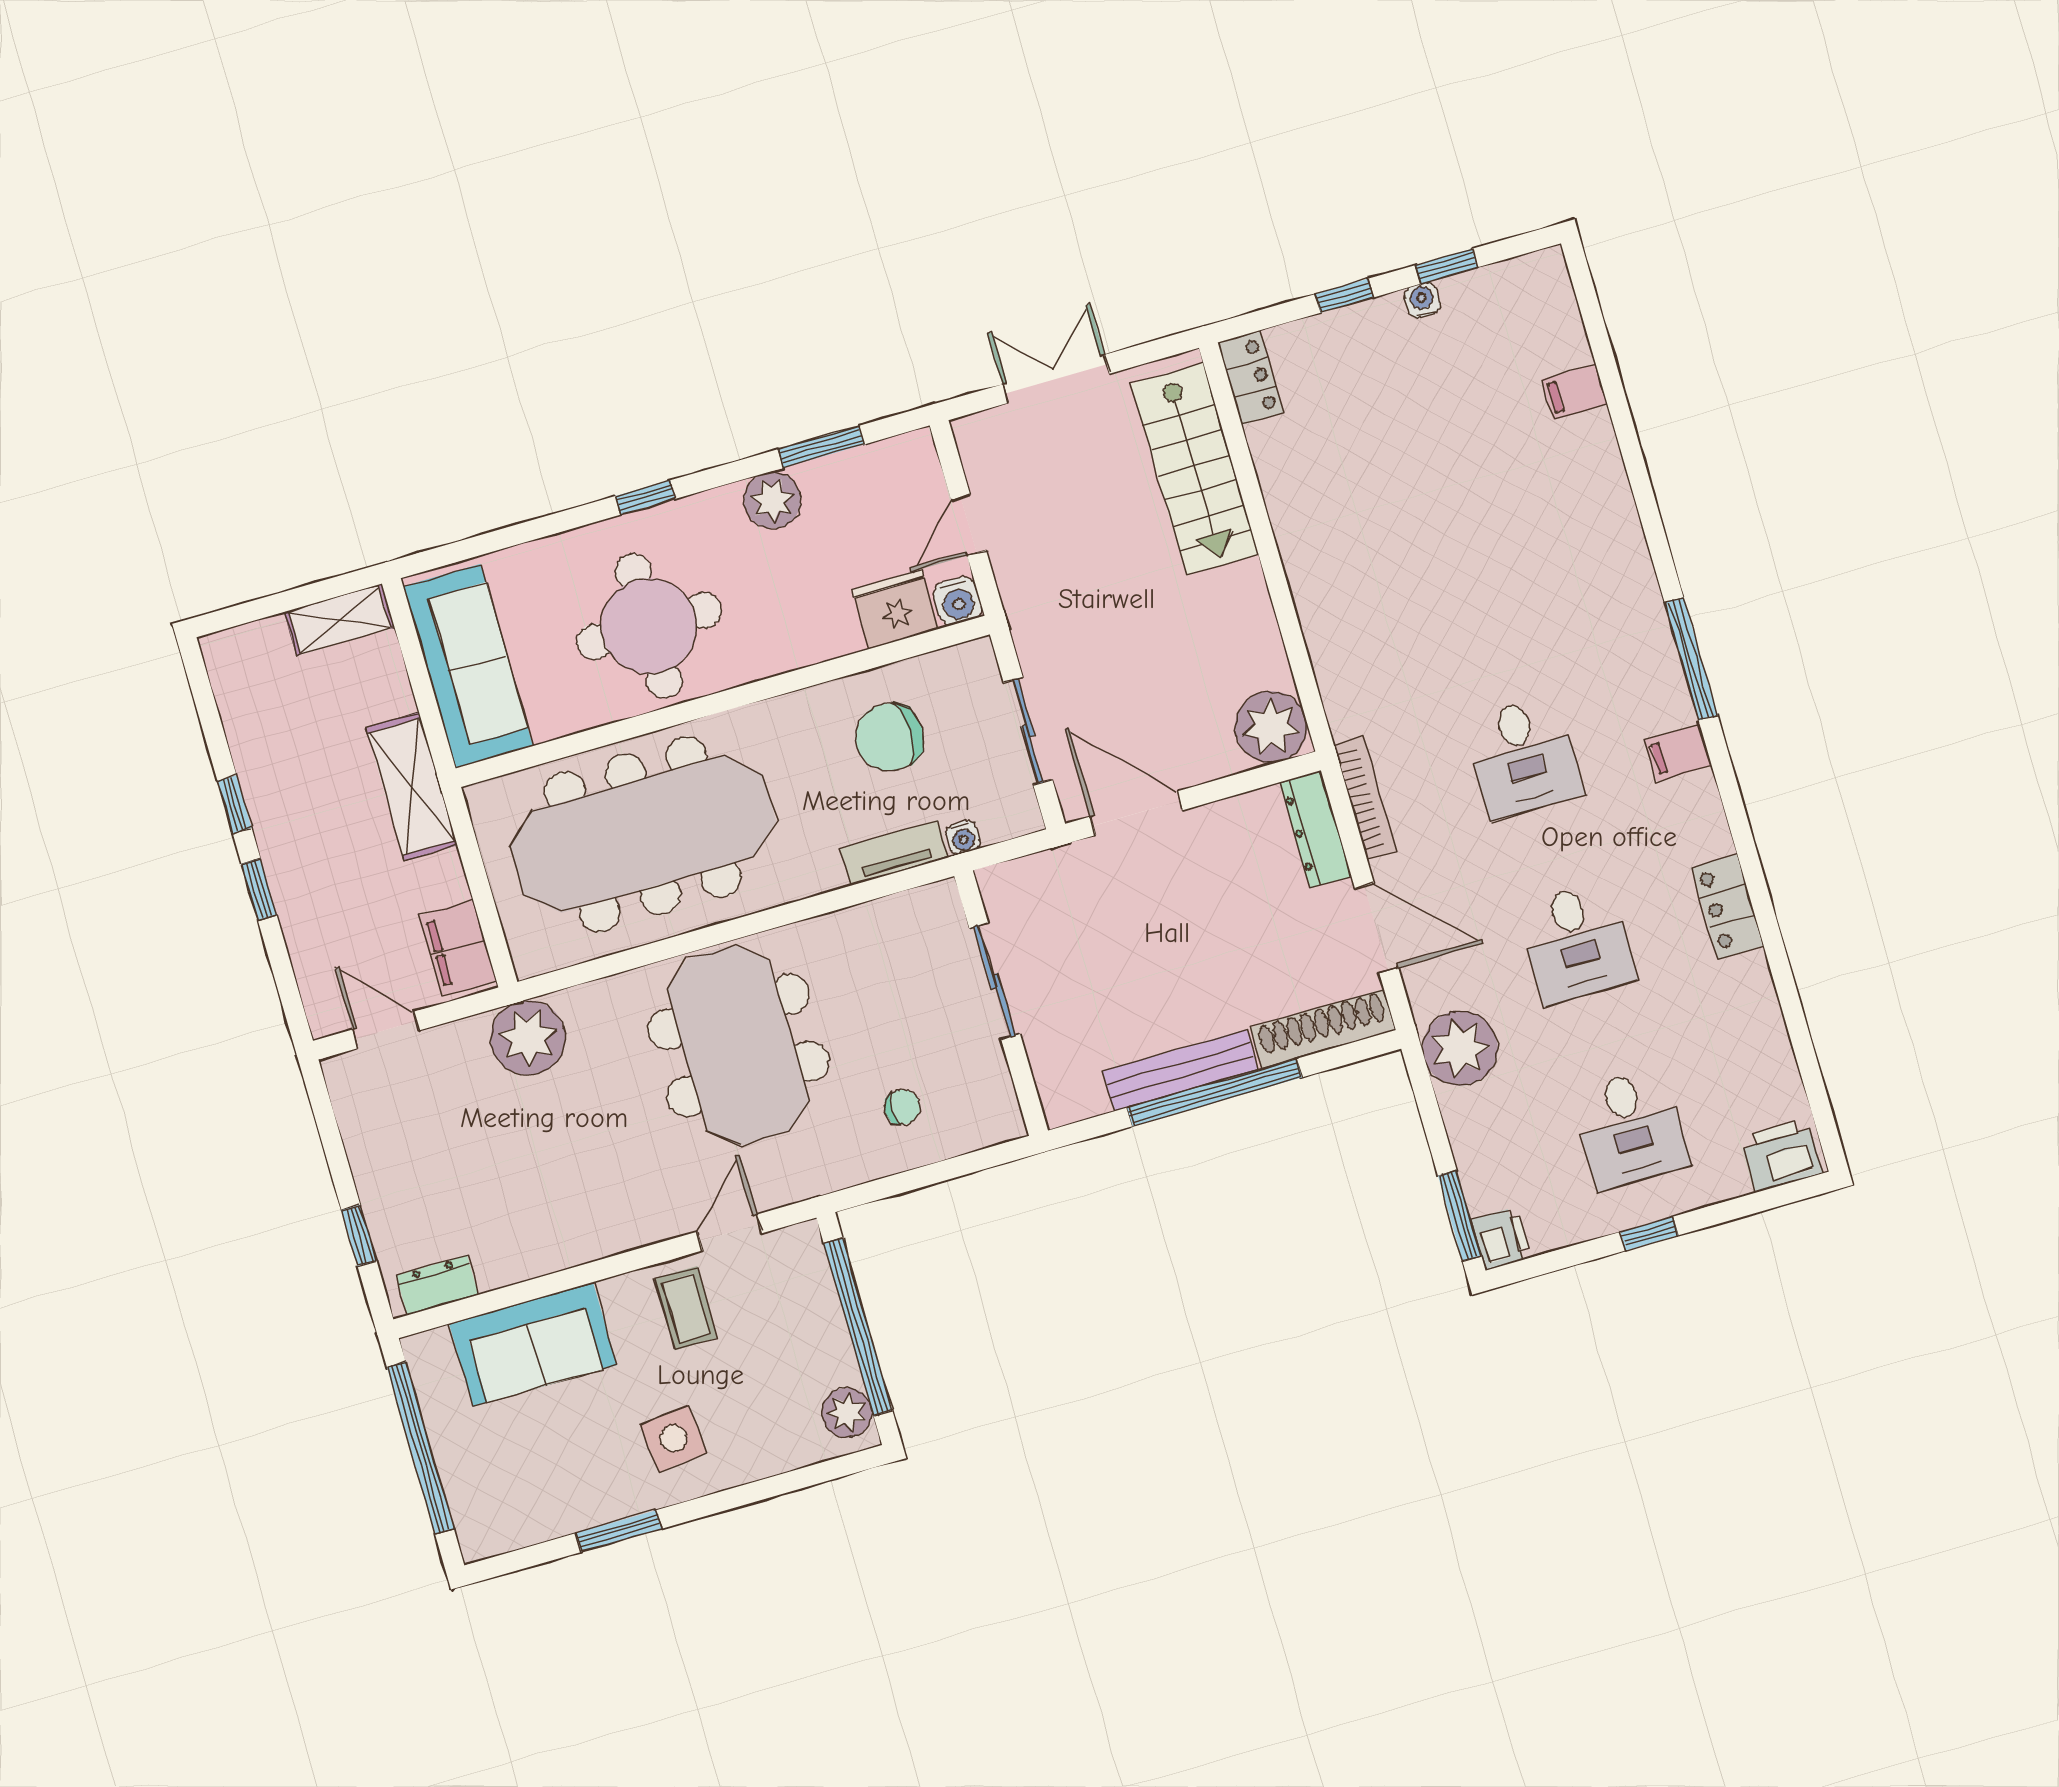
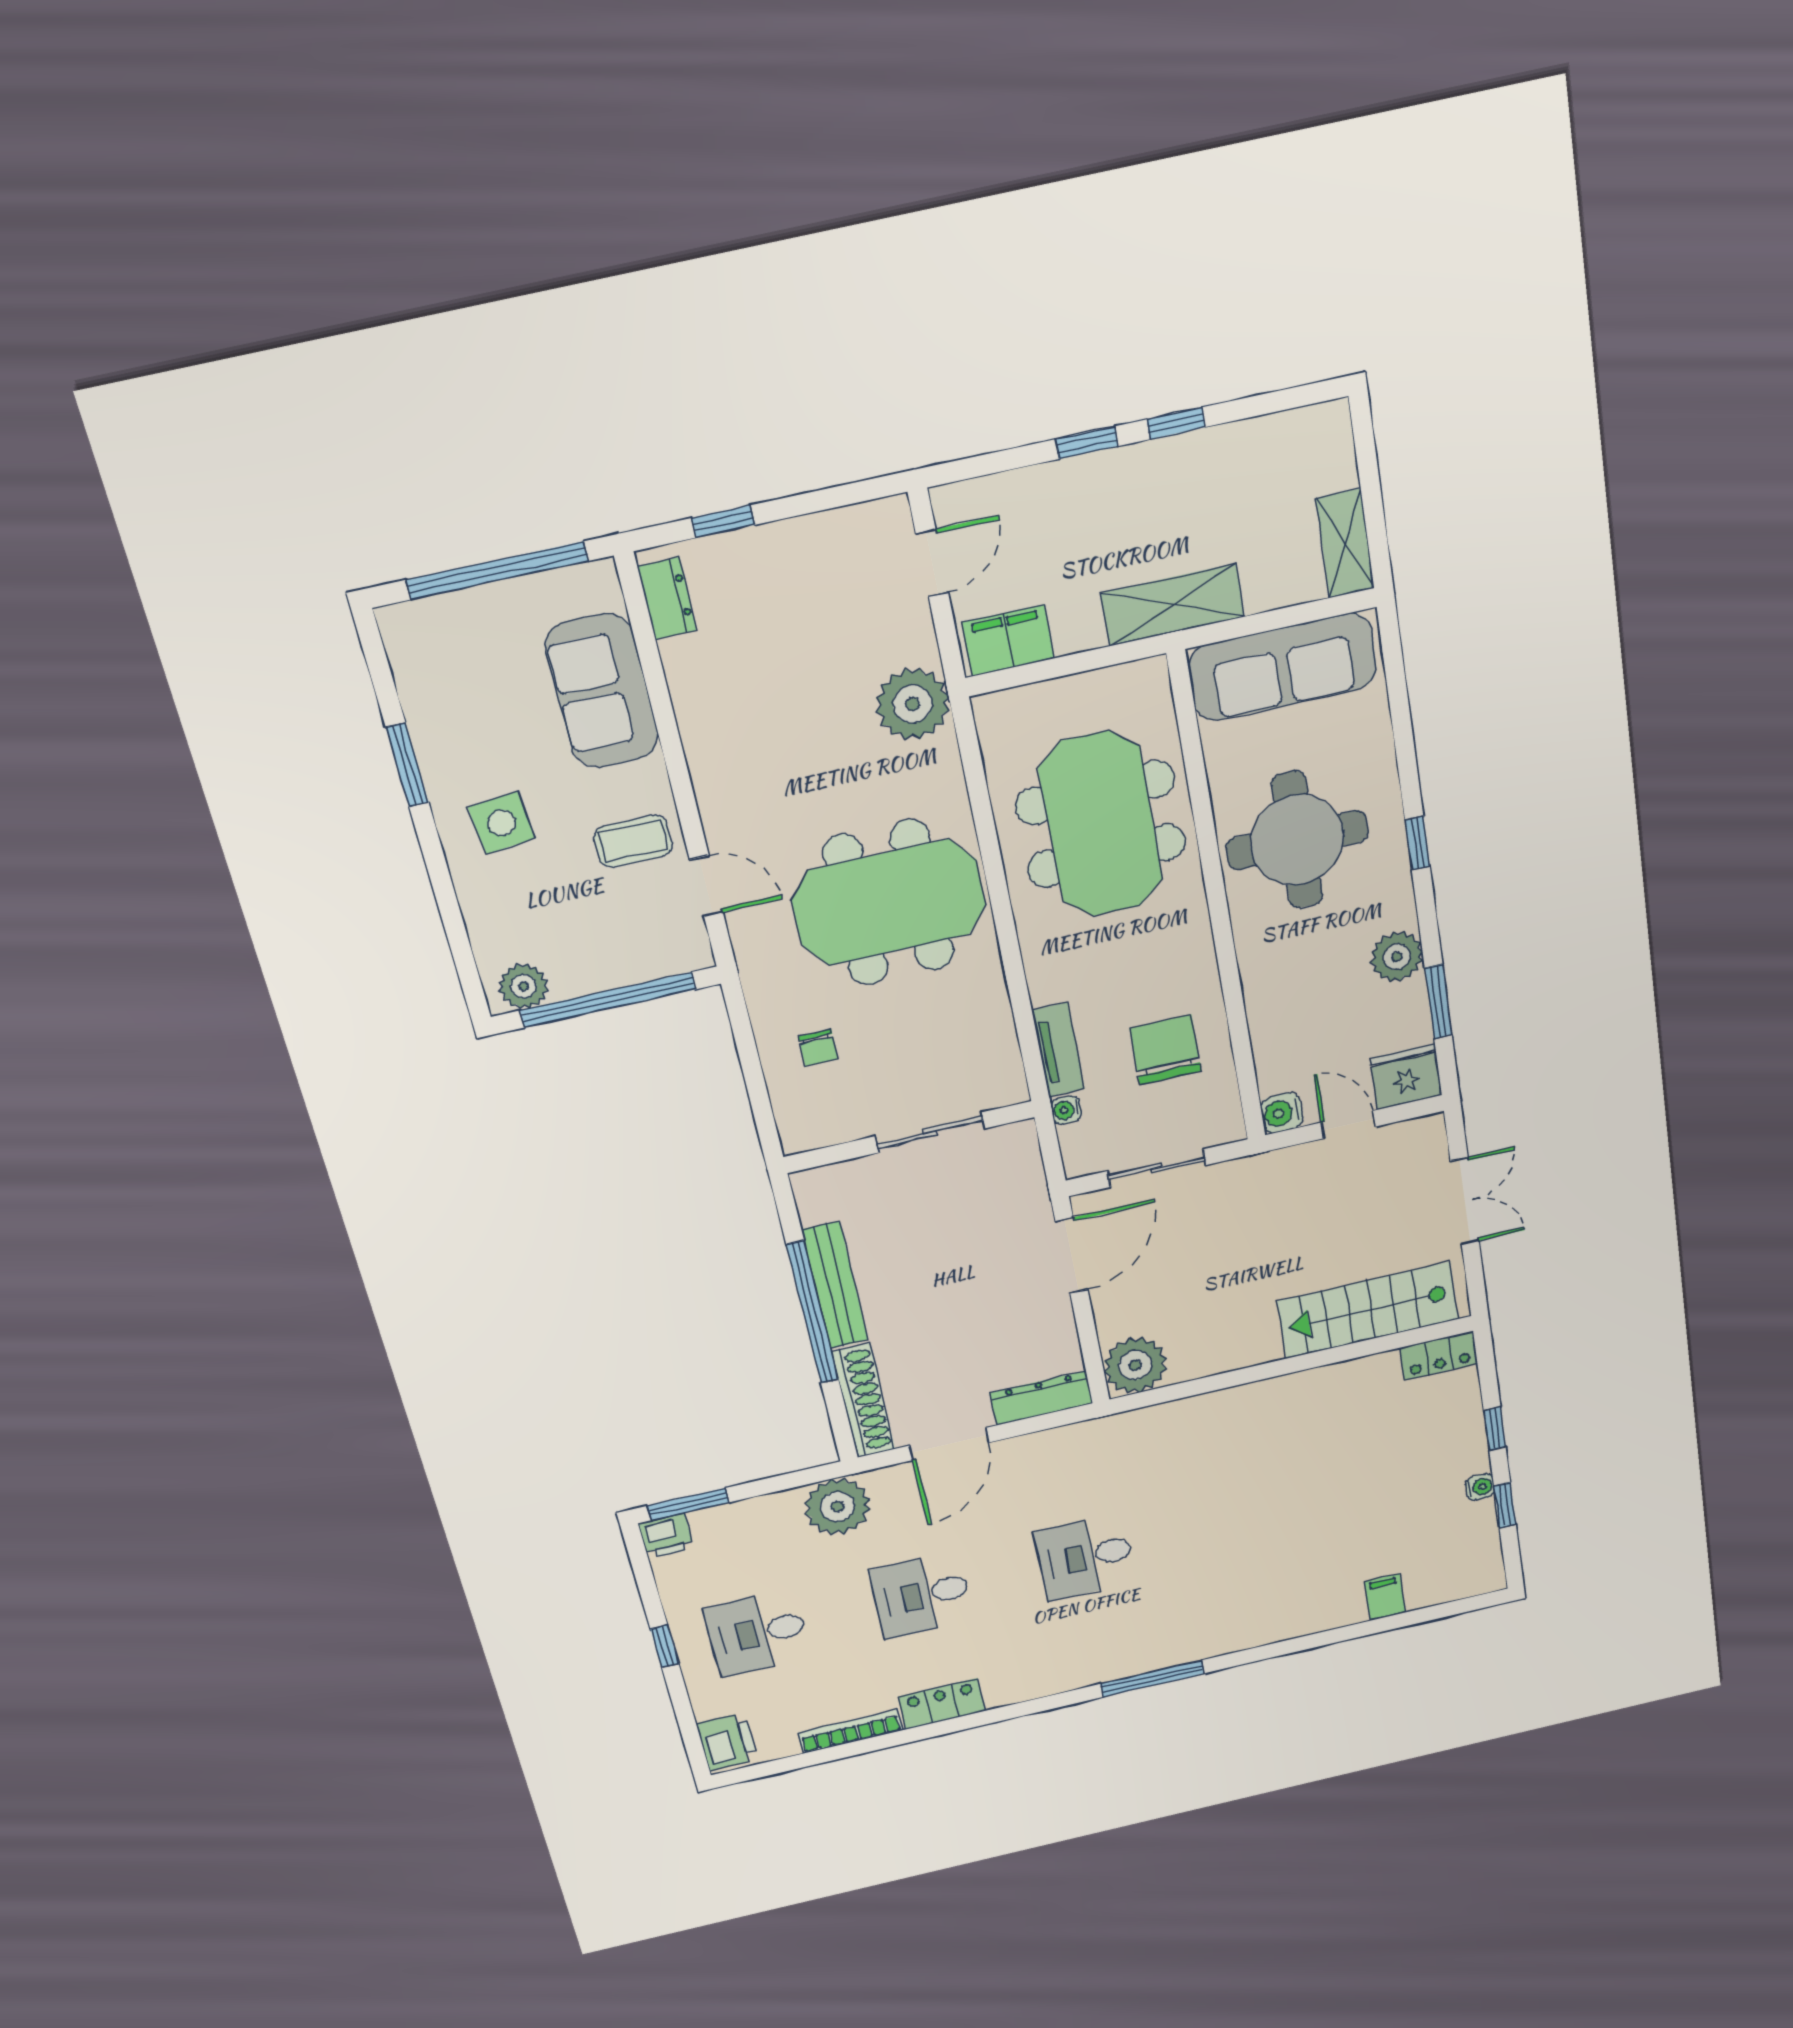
fridge: (895, 609) -> (1406, 1077), moved, turned -90
filing cabinet: (1678, 753) -> (1075, 1669), removed
bookcase: (1365, 798) -> (851, 1731), moved, turned 180
meeting table: (643, 834) -> (1101, 824), width x0.73

